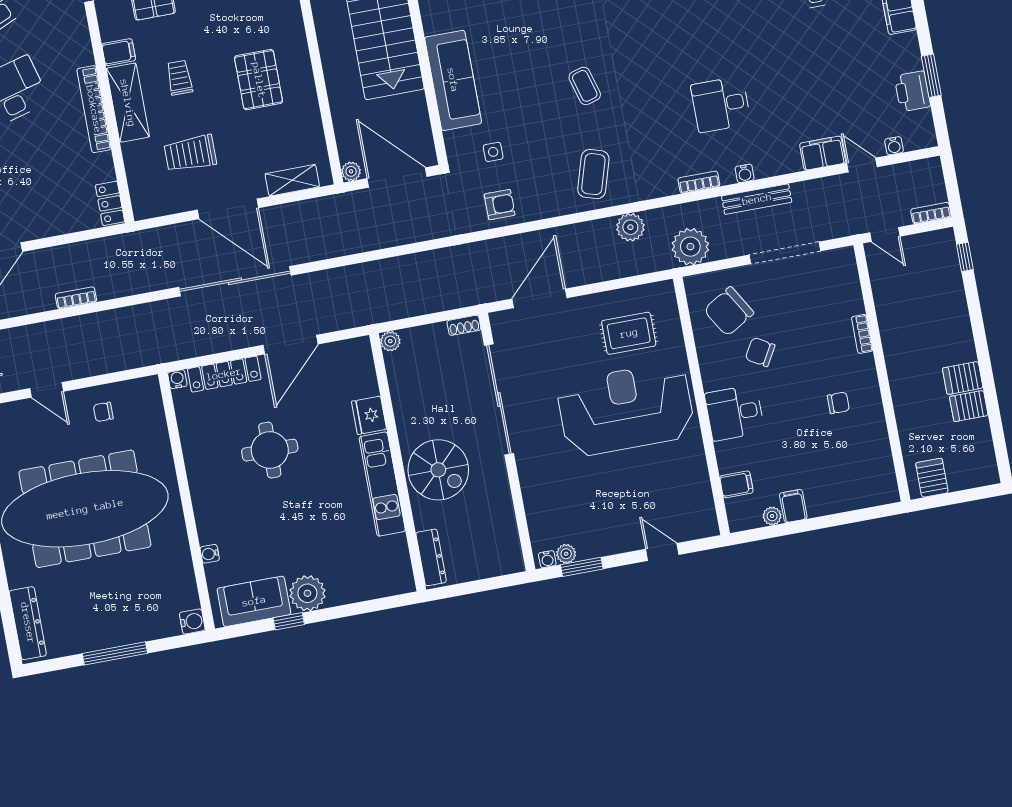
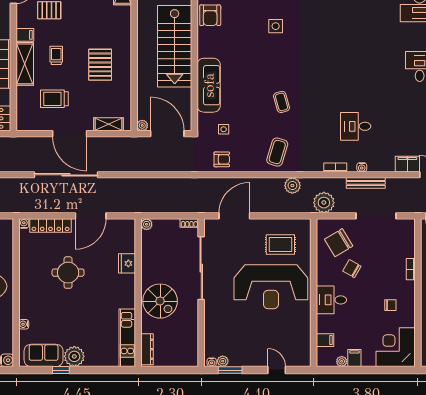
reception desk: (626, 409) -> (271, 287), turned 180
corner desk: (861, 474) -> (396, 347), added
kitchen unit: (382, 484) -> (127, 338), moved

